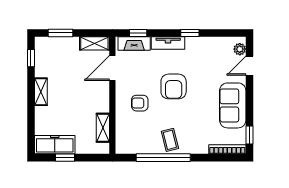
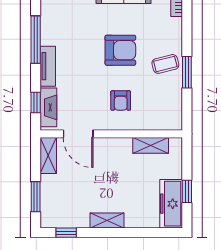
window: (190, 33) -> (36, 40), width x2.17
armchair: (174, 86) -> (120, 50), moved
window: (163, 158) -> (187, 72), width x0.47

